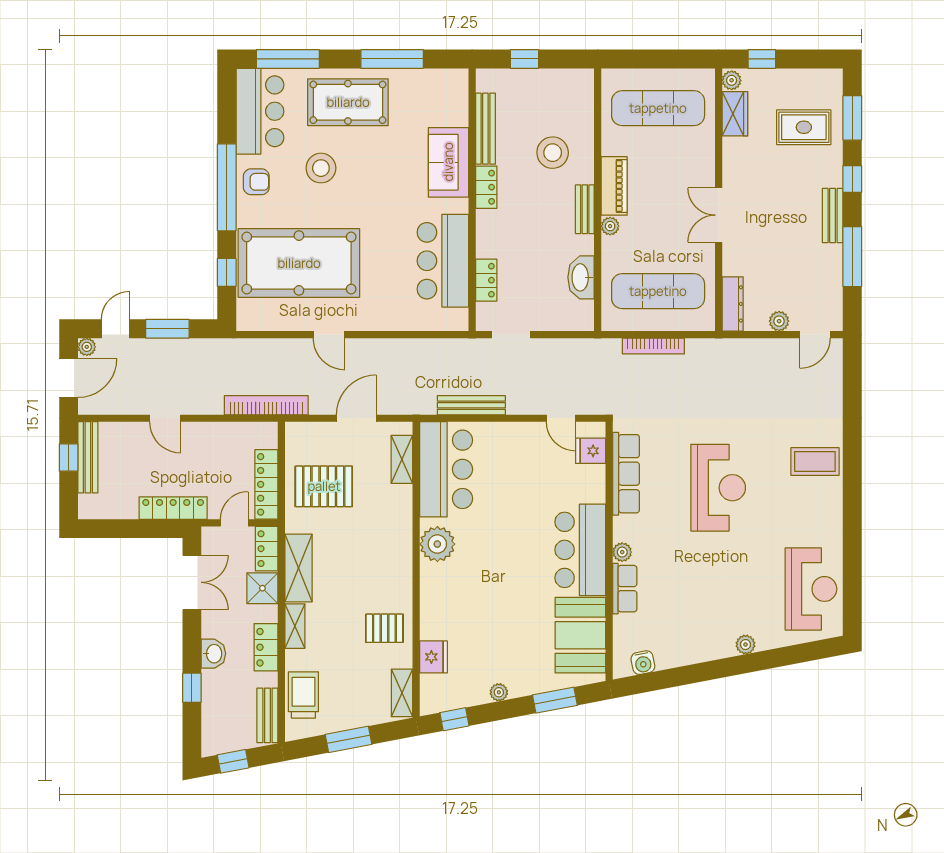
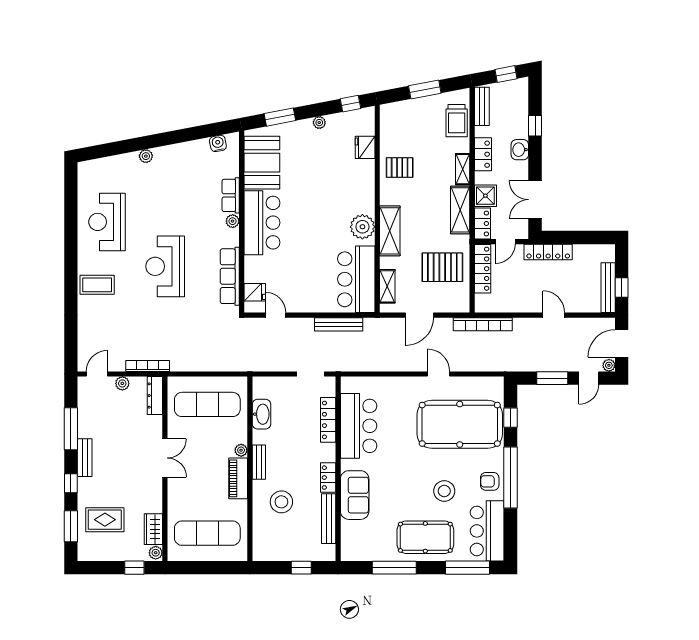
locker: (486, 280) -> (328, 420), width x1.53
bookcase: (653, 346) -> (148, 366), moved
reception desk: (811, 589) -> (107, 222), moved
shelving: (402, 693) -> (390, 231), moved, width x1.50, depth x1.33

